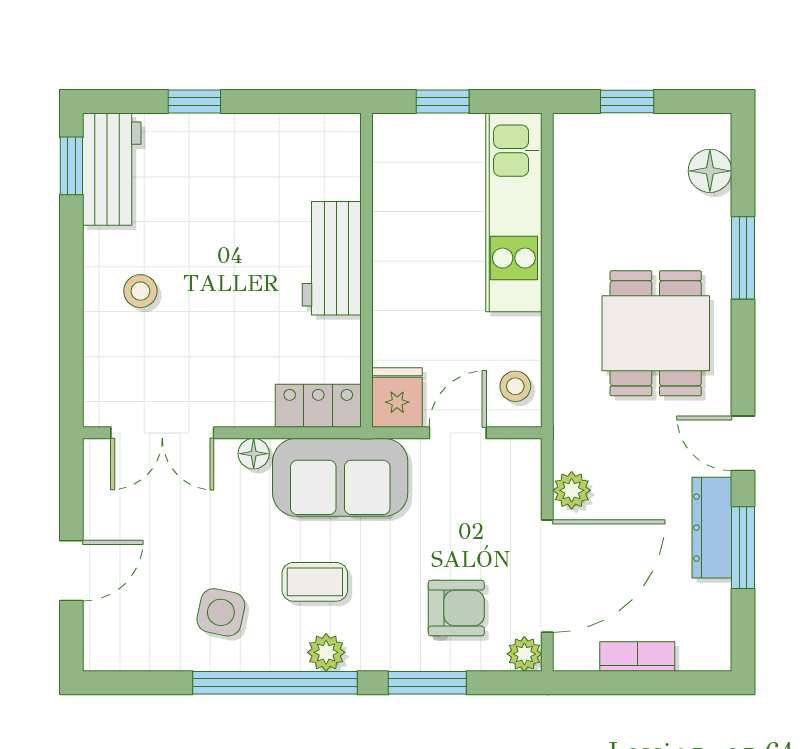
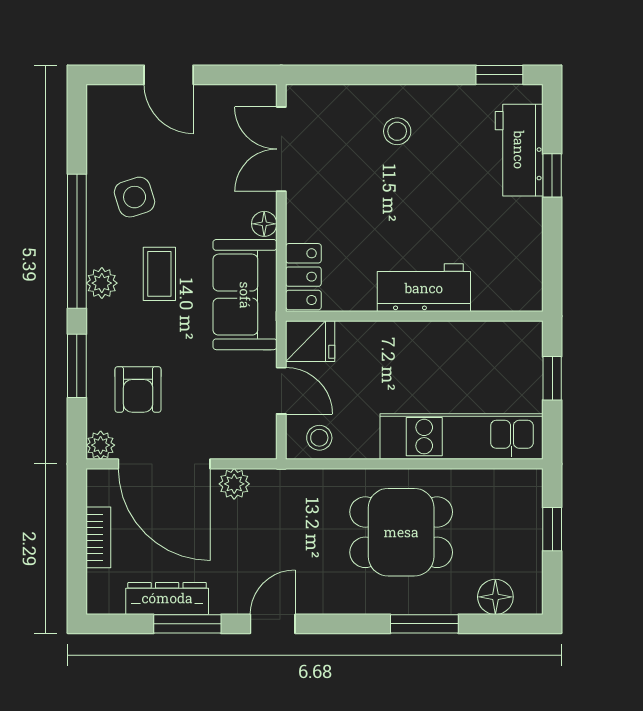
workbench: (112, 169) -> (519, 150), moved, turned 90
dining table: (656, 333) -> (401, 532), moved
dresser: (712, 528) -> (167, 598), moved
side table: (221, 612) -> (135, 197), turned -30

